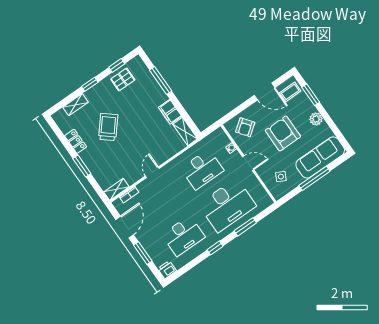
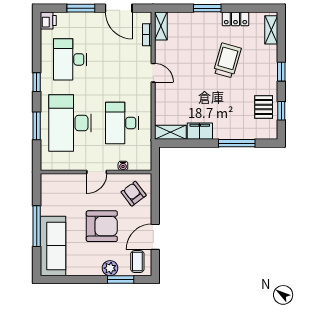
shelving: (75, 105) -> (271, 30), moved
plant: (316, 119) -> (110, 268), moved
trolley: (108, 127) -> (227, 60), turned -114
side table: (281, 177) -> (61, 195), removed

